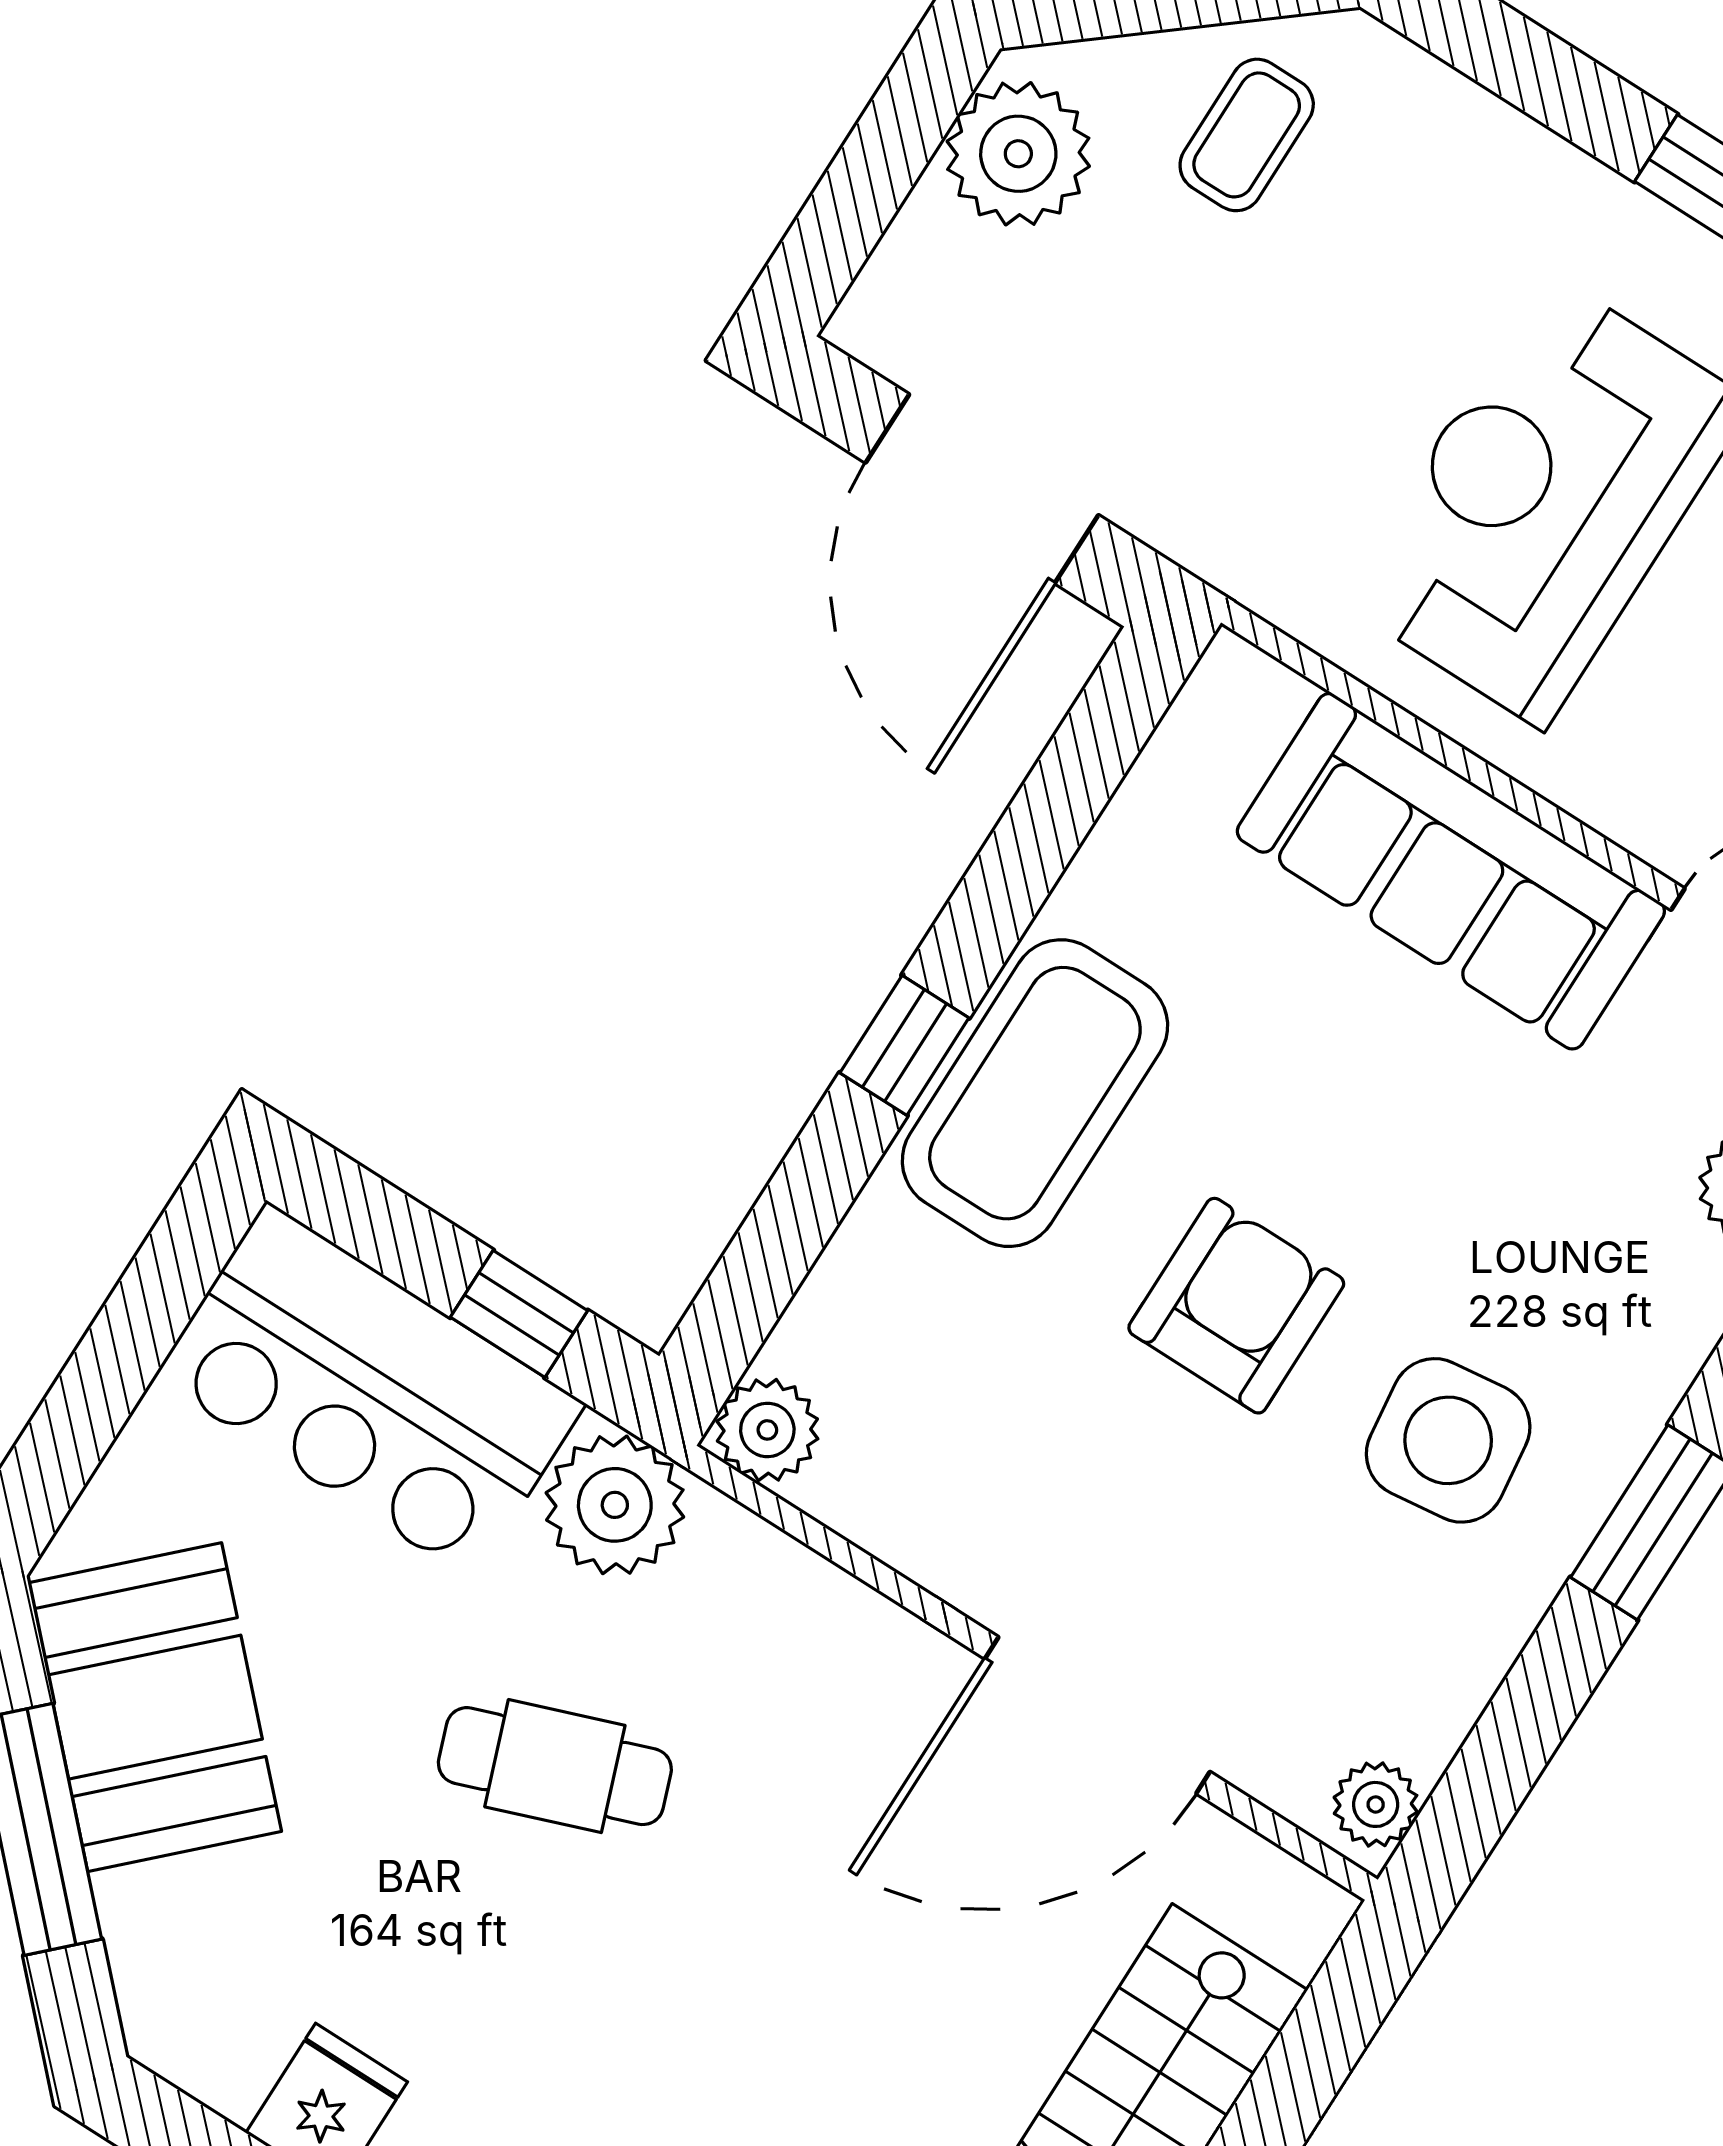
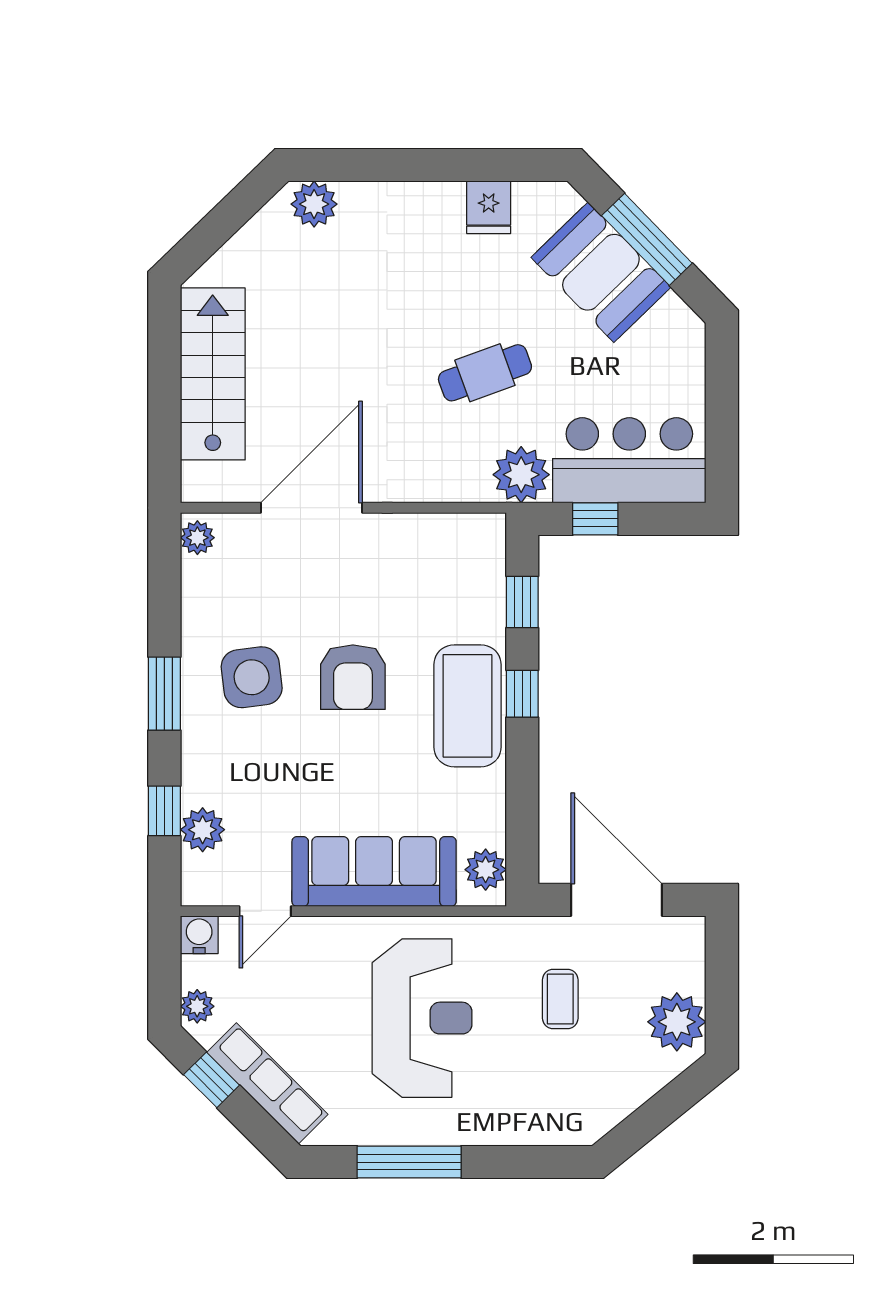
coffee table: (1247, 135) -> (560, 999), moved
window: (782, 1237) -> (522, 602), added
plant: (767, 1430) -> (486, 870), moved
booth: (155, 1707) -> (601, 272), moved

